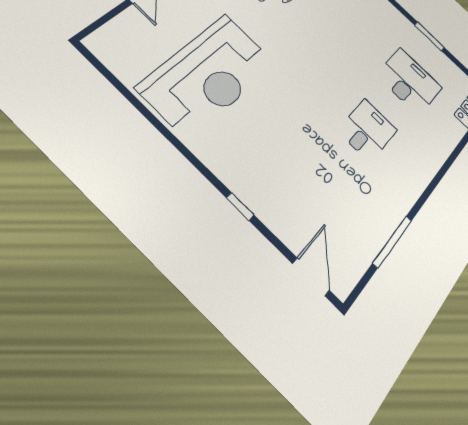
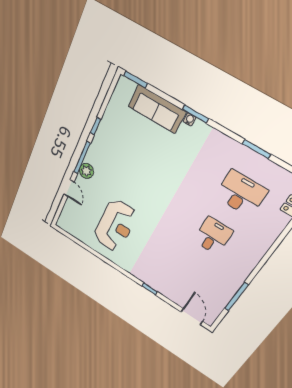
reception desk: (209, 75) -> (115, 226), width x0.74, depth x0.77

